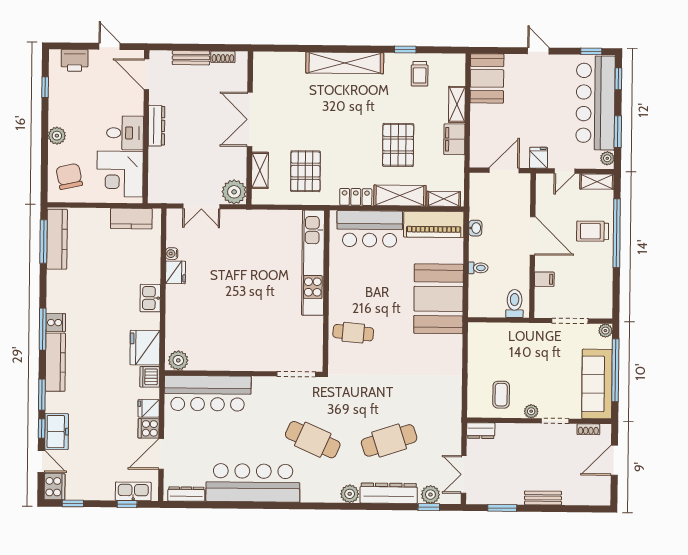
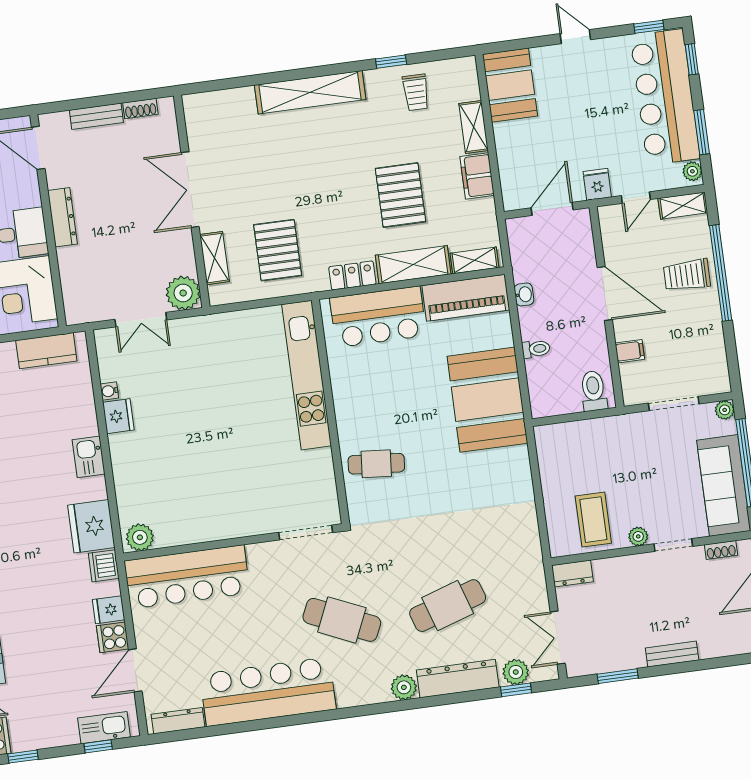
coffee table: (501, 395) -> (593, 520), width x1.36, depth x1.30

